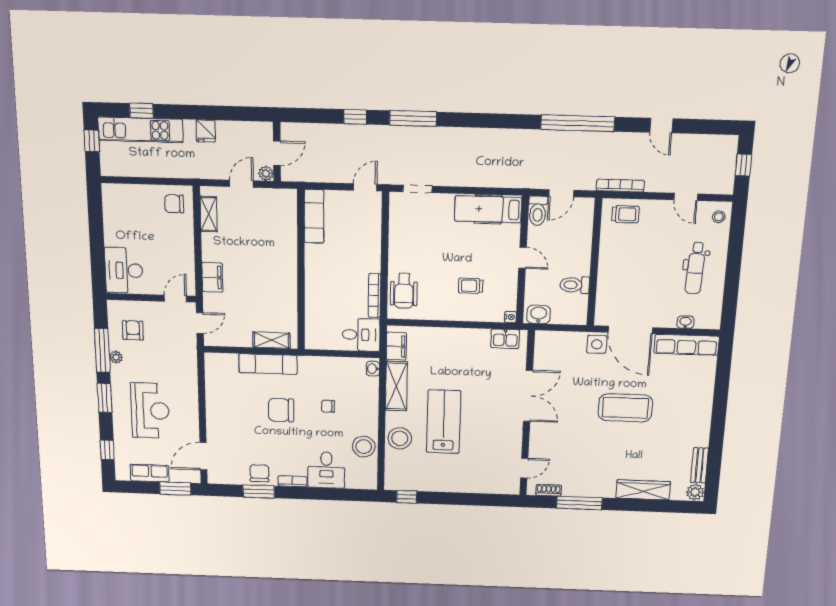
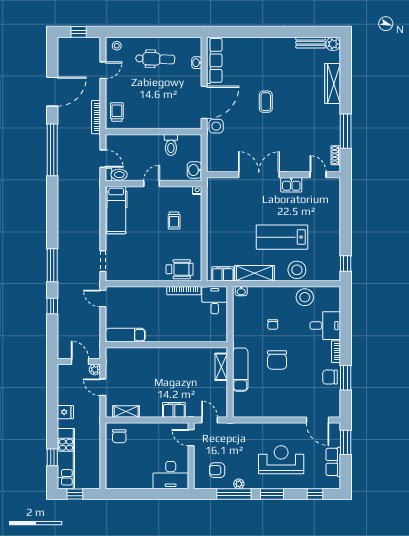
door: (661, 126) -> (52, 92), width x1.87
kitchen sink: (505, 339) -> (291, 185), moved, turned 90
coffee table: (625, 408) -> (266, 102), width x0.54, depth x0.58

